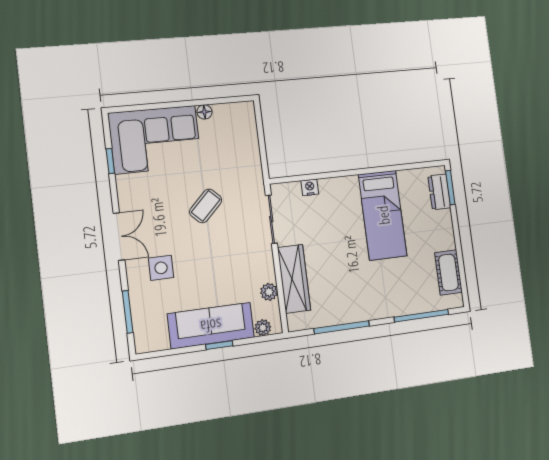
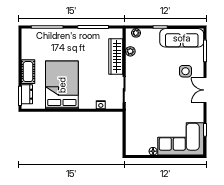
coffee table: (206, 206) -> (158, 101), removed
bed: (383, 215) -> (62, 85), width x1.50
cot: (448, 273) -> (28, 72), moved
sofa: (211, 326) -> (182, 38), moved

